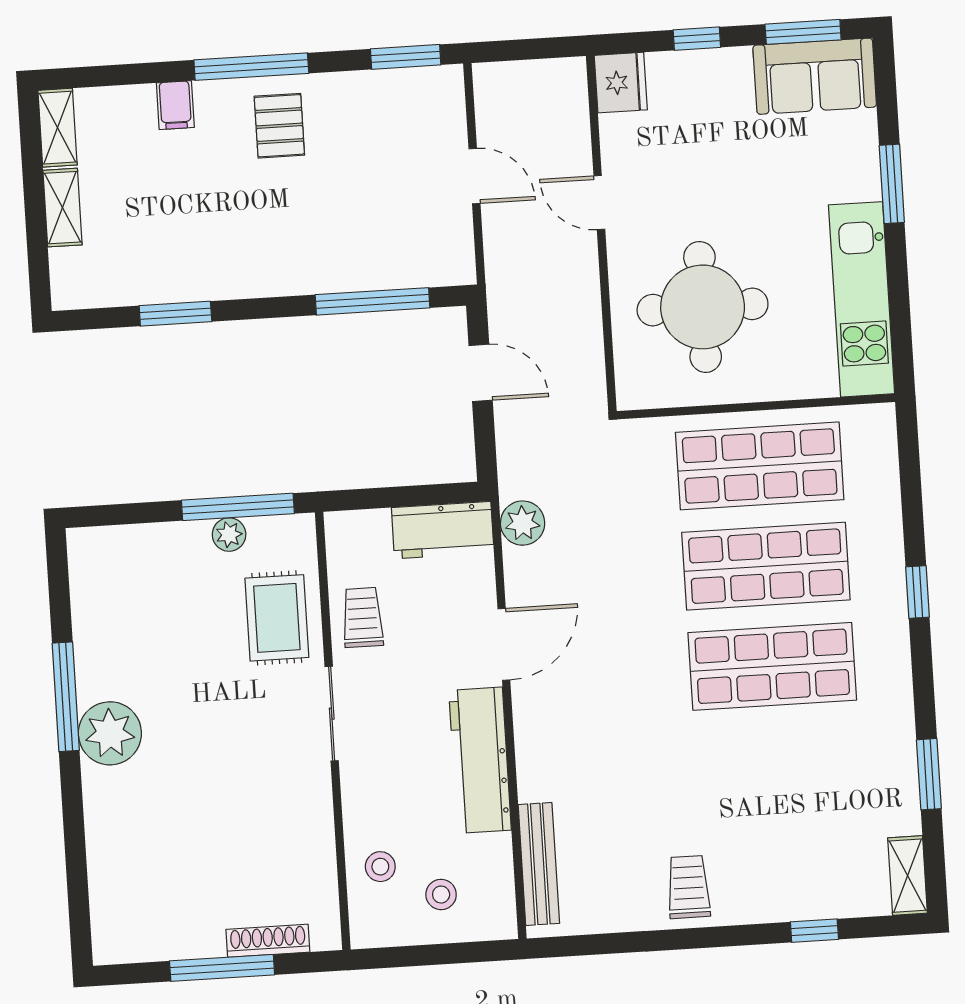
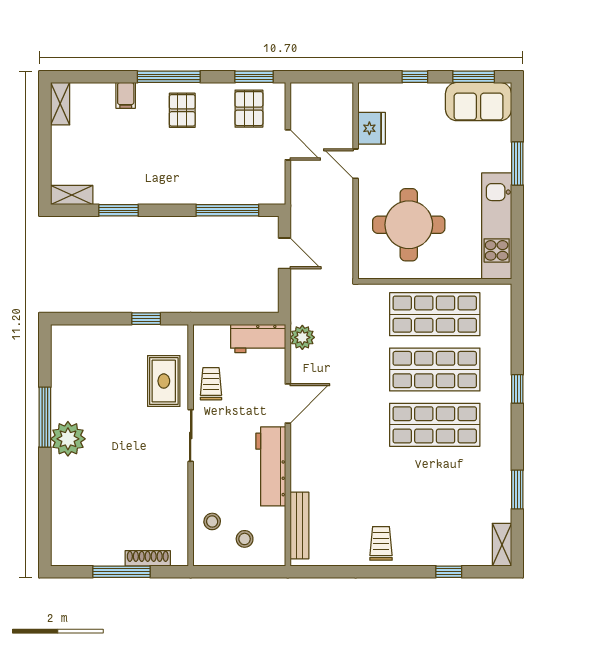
fridge: (621, 83) -> (372, 128), moved
pallet: (400, 115) -> (249, 109), added
shelving: (62, 208) -> (72, 195), moved, turned 90
window: (238, 507) -> (146, 319), width x0.46
plant: (229, 535) -> (140, 334), removed

